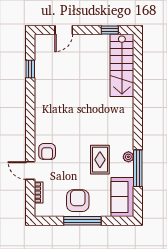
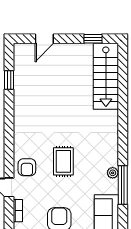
rug: (100, 160) -> (63, 161), moved

